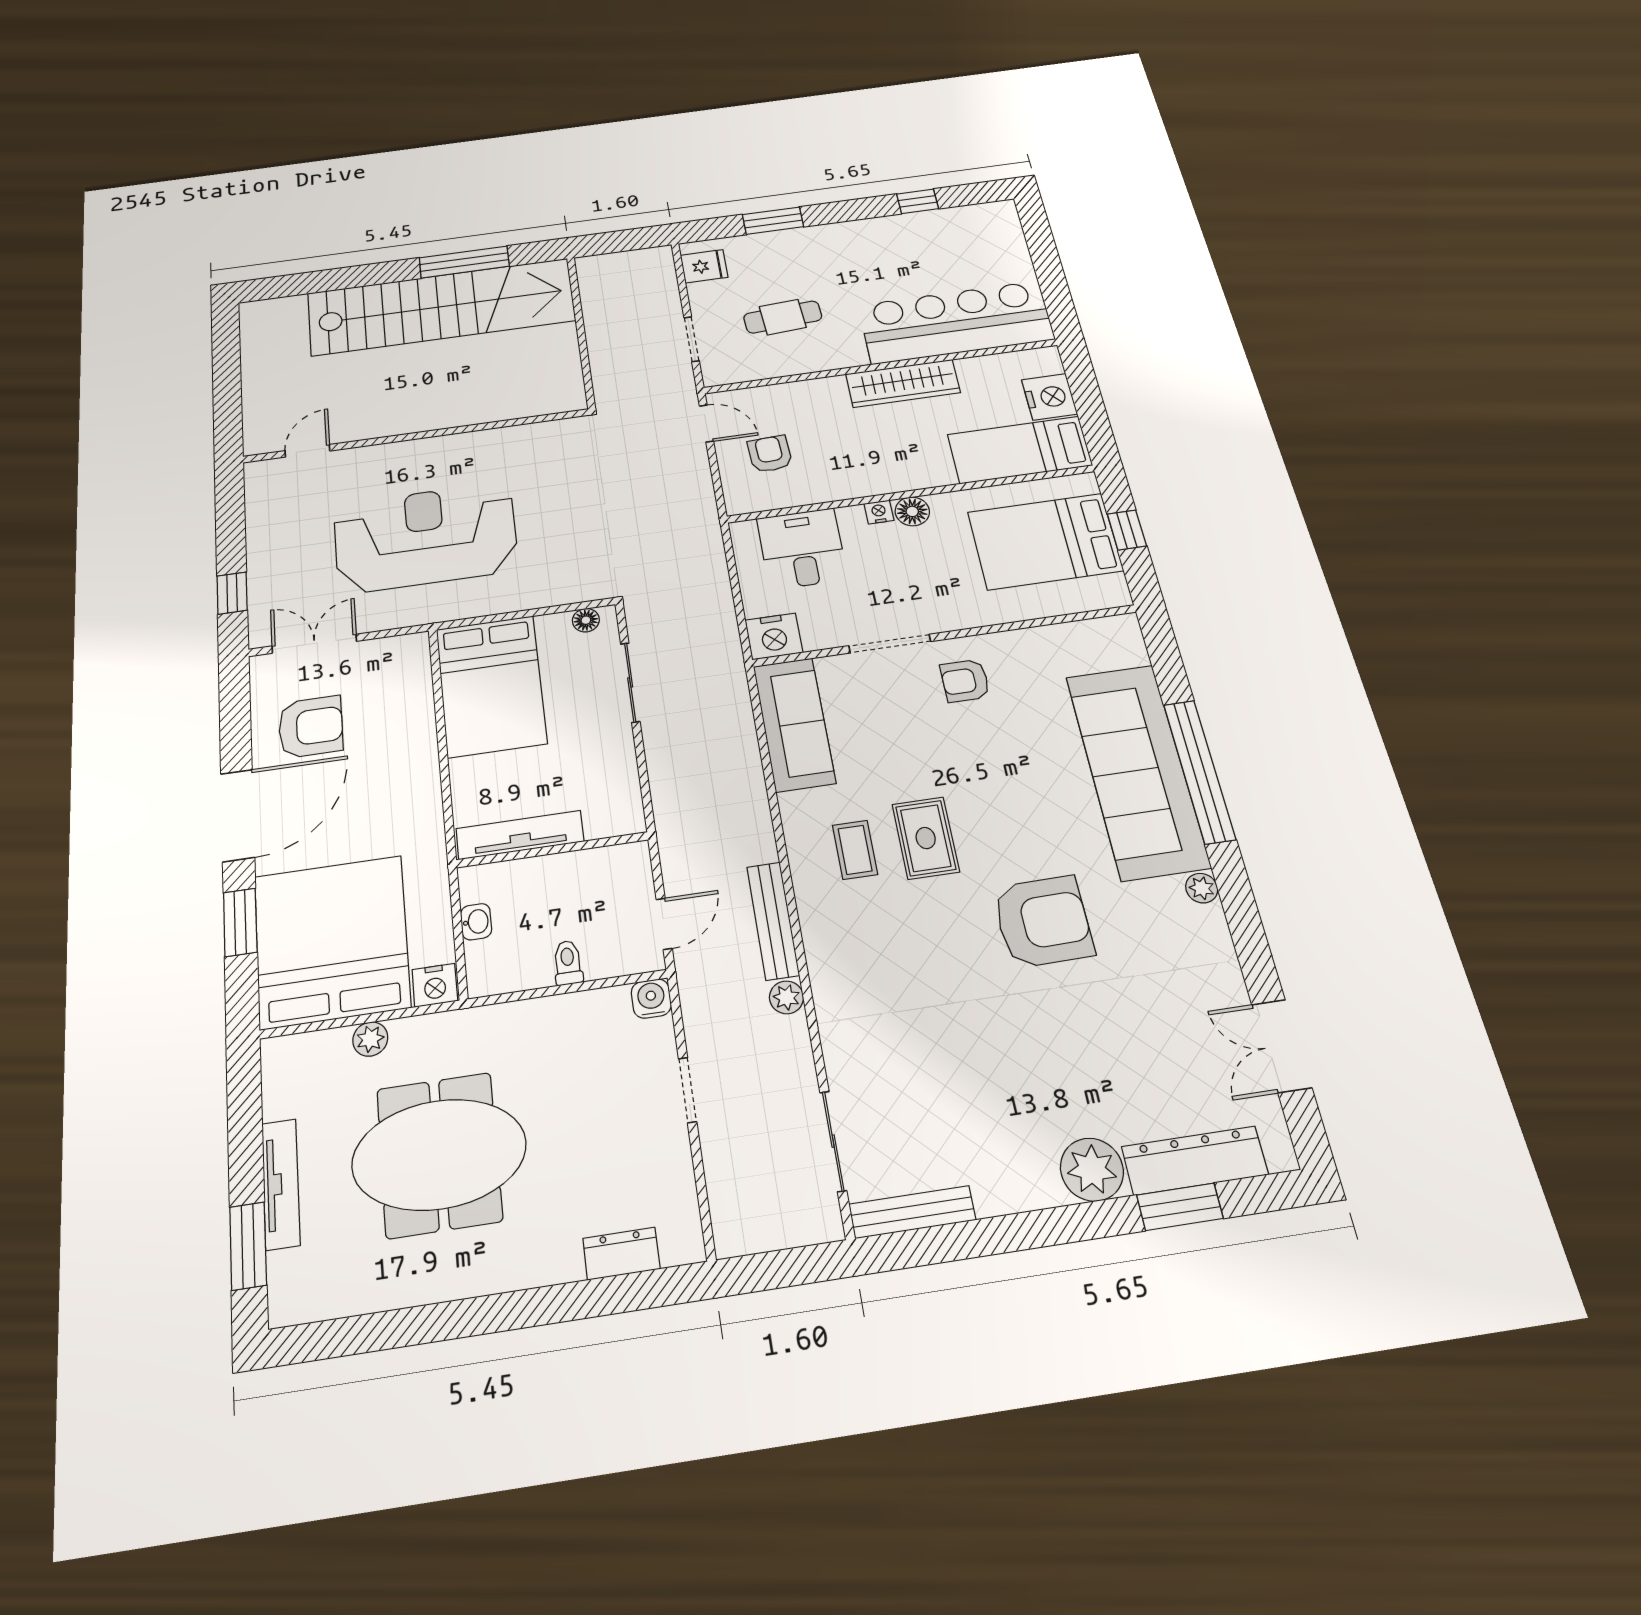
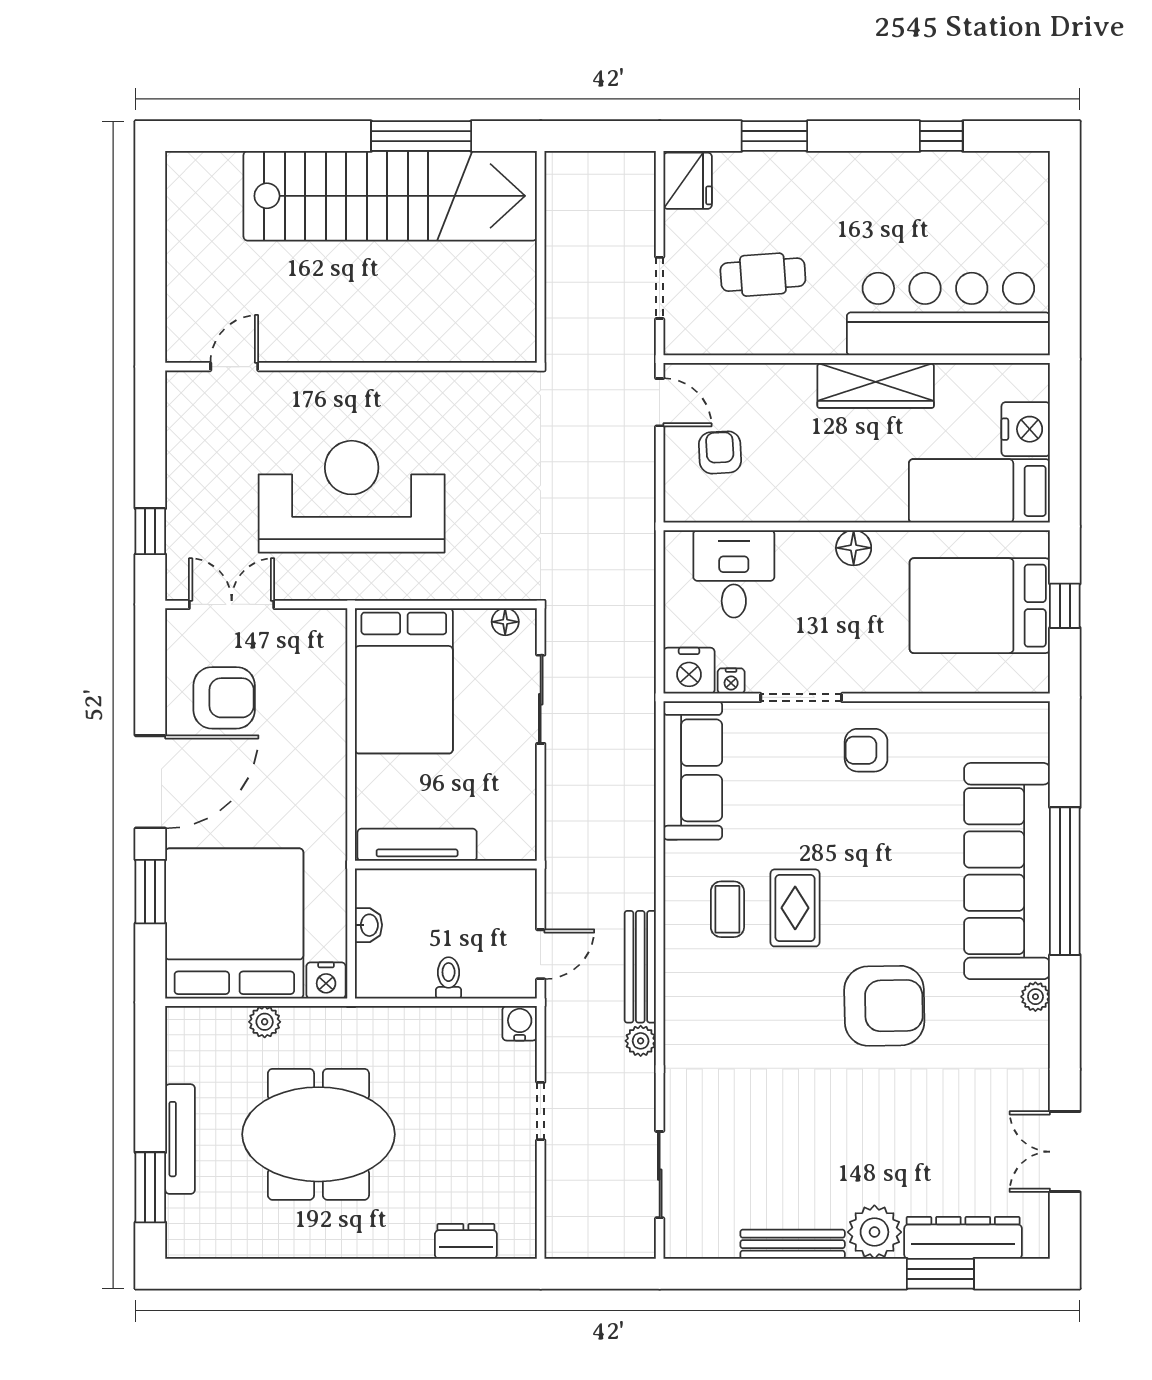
fridge: (704, 266) -> (688, 181), width x1.38
nightstand: (879, 512) -> (731, 681), moved, turned 180
bench: (912, 1212) -> (793, 1244), moved

